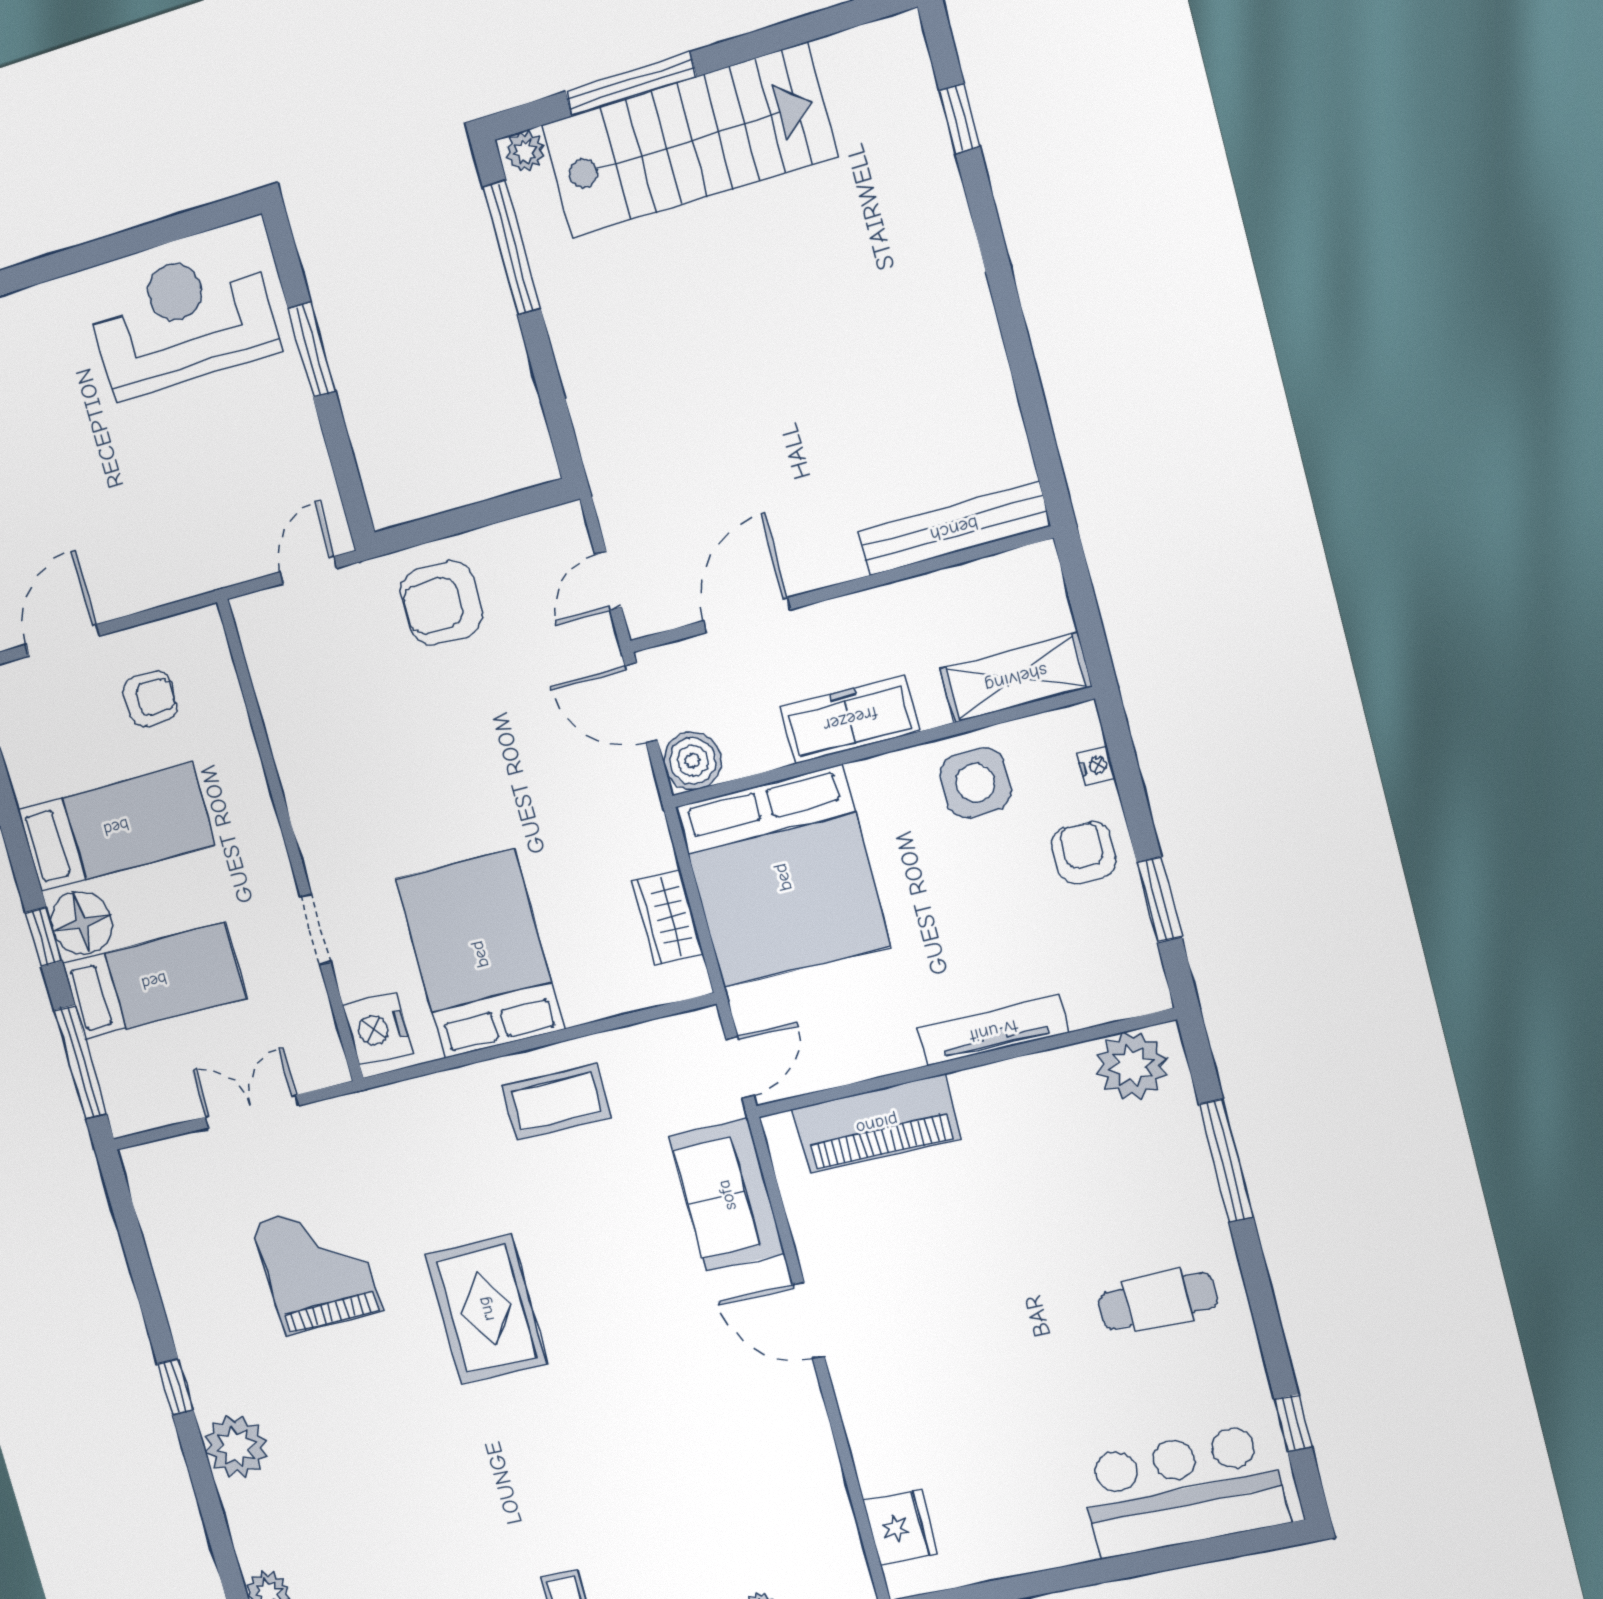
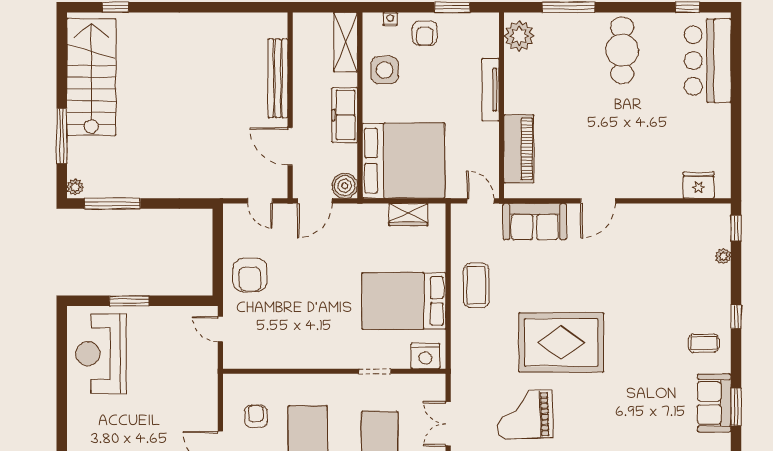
stairs: (689, 141) -> (91, 77), moved
bench: (954, 529) -> (278, 78), moved
armchair: (1083, 852) -> (425, 33), turned -90
cafe table: (1158, 1301) -> (622, 50), width x1.37, depth x1.35
rug: (486, 1309) -> (561, 342), width x1.37, depth x1.44

